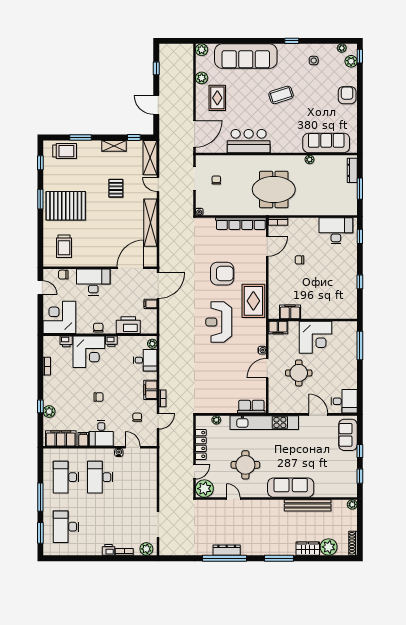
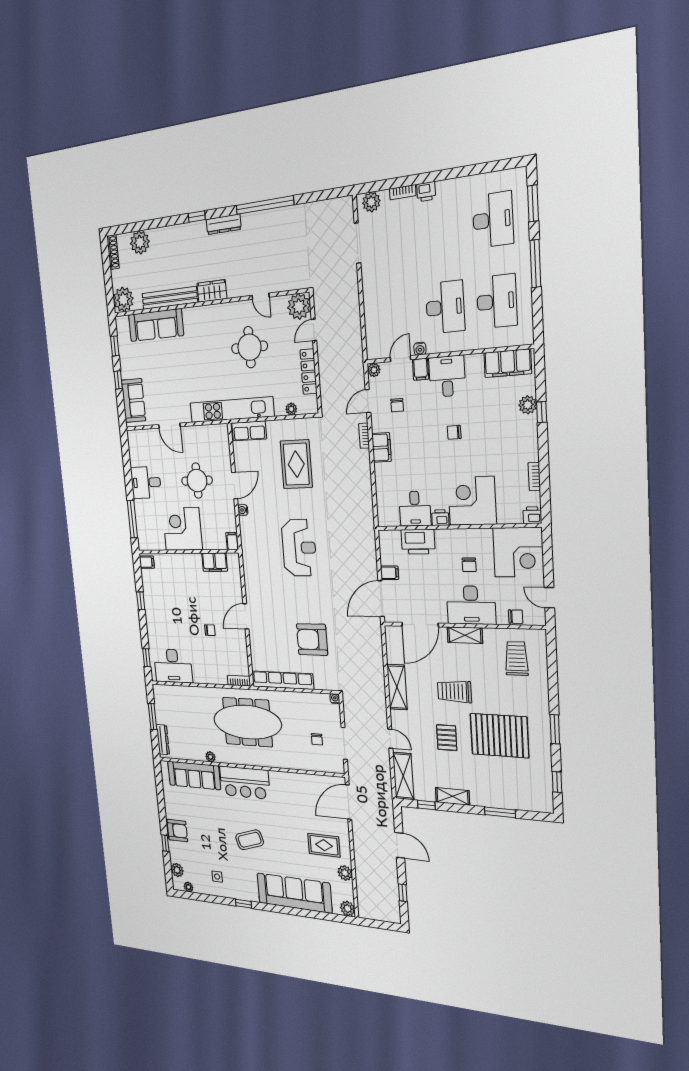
window: (360, 56) -> (165, 843), moved
armchair: (347, 95) -> (177, 831), turned -90
rug: (217, 98) -> (324, 845), turned 90
bar counter: (249, 141) -> (245, 783), moved
trolley: (65, 151) -> (455, 691), moved
meeting table: (274, 189) -> (247, 722), width x1.36
pallet: (66, 206) -> (499, 736), moved
shelving: (150, 223) -> (397, 687), width x0.68
door: (267, 246) -> (246, 616), moved
shelving: (99, 261) -> (465, 635), added
armchair: (222, 274) -> (312, 640), moved
rug: (253, 301) -> (296, 464), moved
filing cabinet: (351, 312) -> (147, 562), added
chair: (98, 328) -> (469, 565), moved
filing cabinet: (278, 328) -> (232, 541), width x0.50
printer: (66, 341) -> (532, 515), moved
plant: (152, 344) -> (374, 370), moved
desk: (145, 360) -> (415, 509), moved, turned -90
desk: (344, 401) -> (146, 482), moved
filing cabinet: (83, 439) -> (421, 369), moved
door: (133, 447) -> (400, 359), swing flipped
sofa: (291, 488) -> (156, 325), moved
plant: (352, 504) -> (123, 300), width x1.88, depth x1.88
wardrobe: (308, 549) -> (212, 291), moved, turned 180
dresser: (227, 550) -> (224, 224), moved
window: (279, 558) -> (197, 217), width x0.46

